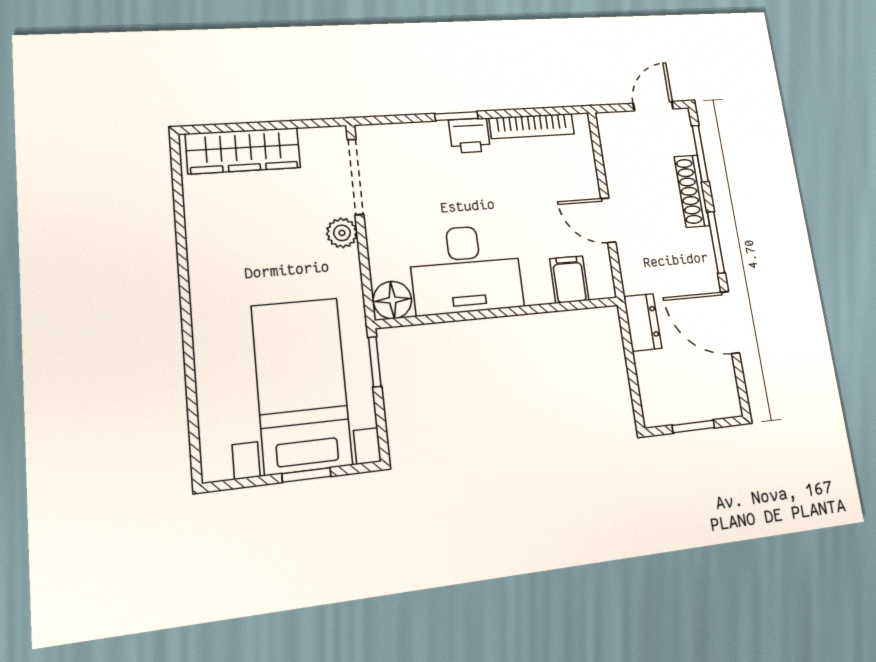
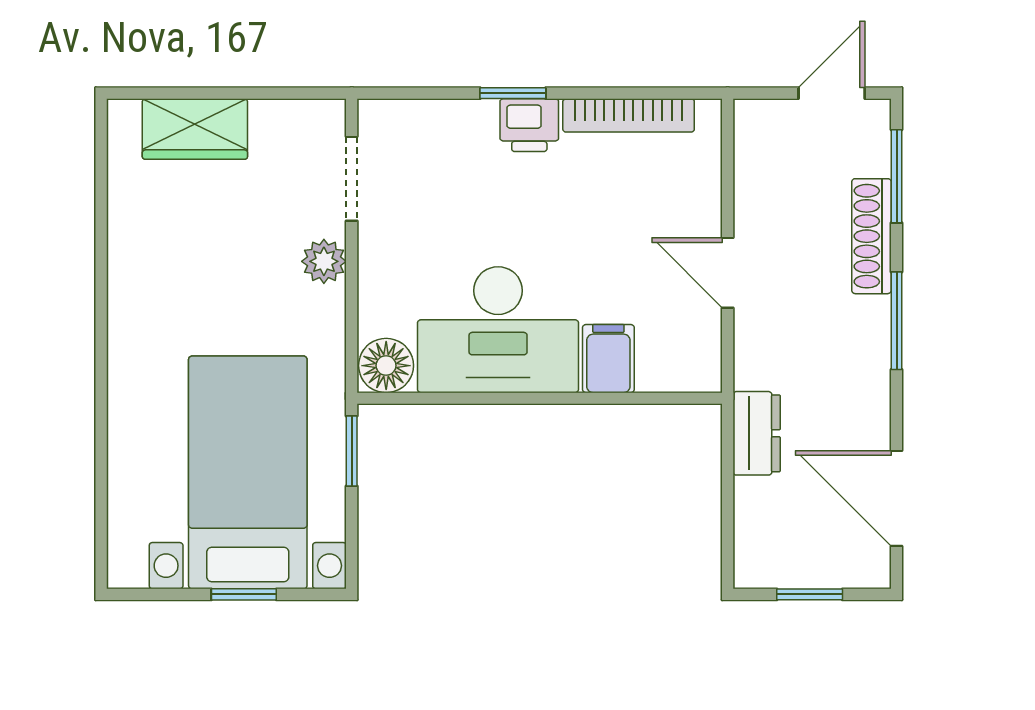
wardrobe: (243, 151) -> (195, 129), width x0.67
doorway: (356, 177) -> (352, 179), width x0.73
filing cabinet: (569, 280) -> (608, 359), moved
door: (730, 322) -> (897, 498), moved

